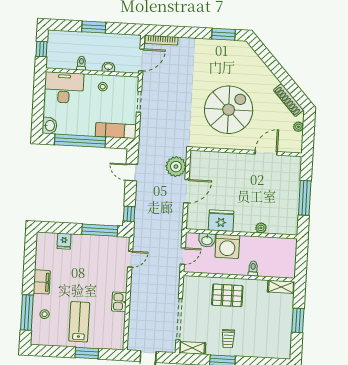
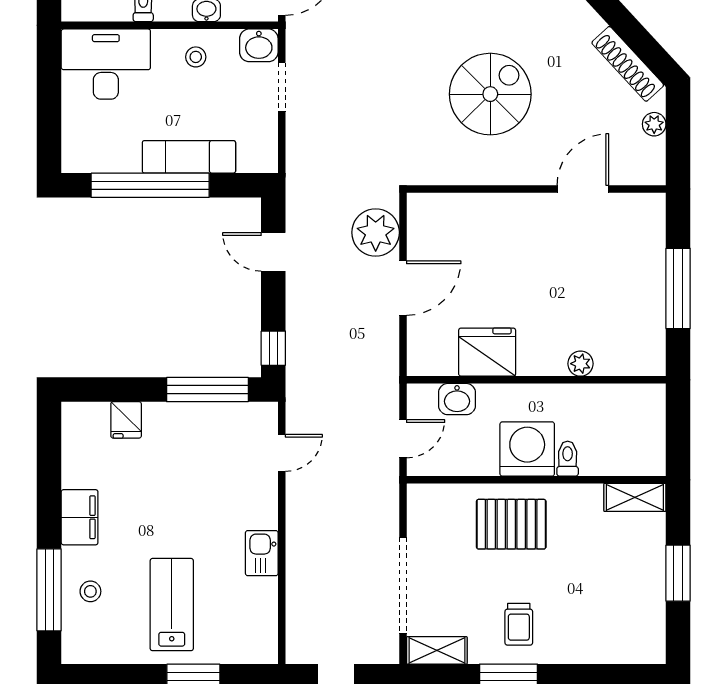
spiral stairs: (229, 110) -> (490, 94), width x0.73, depth x0.73
washbasin: (50, 126) -> (259, 45), moved, turned 90
exam couch: (116, 131) -> (189, 157), moved
washing machine: (227, 246) -> (527, 449), moved, turned 180

